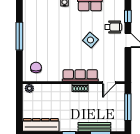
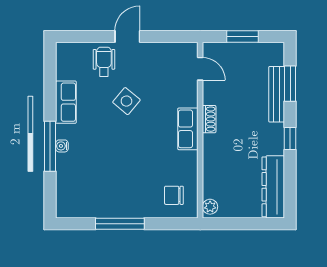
window: (128, 16) -> (86, 36), removed
row of seats: (80, 76) -> (188, 129), width x0.68
window: (128, 107) -> (242, 36), width x0.69

